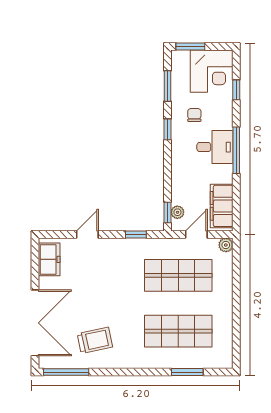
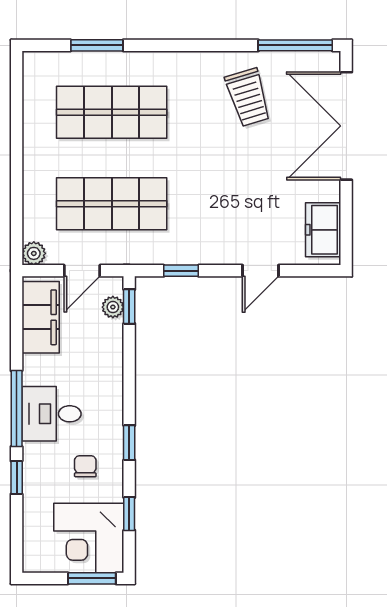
corner desk: (212, 71) -> (89, 538), moved, turned -90
window: (168, 86) -> (129, 514), width x0.67
window: (236, 90) -> (17, 477), moved
chair: (194, 115) -> (85, 466), turned 180
trolley: (95, 340) -> (248, 97), turned -95

